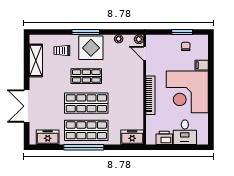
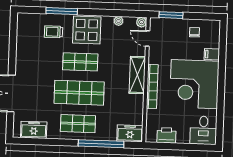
window: (86, 32) -> (62, 11), moved
window: (182, 32) -> (171, 15), moved
shelving: (36, 60) -> (137, 75), moved
shop shelf: (86, 130) -> (78, 124), width x0.70, depth x0.74
desk: (185, 132) -> (203, 130), moved
window: (84, 147) -> (101, 144), moved

